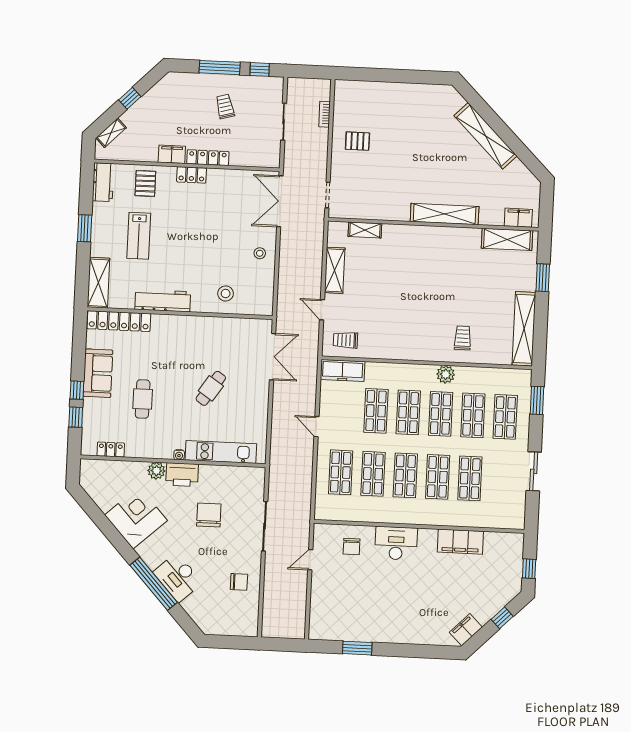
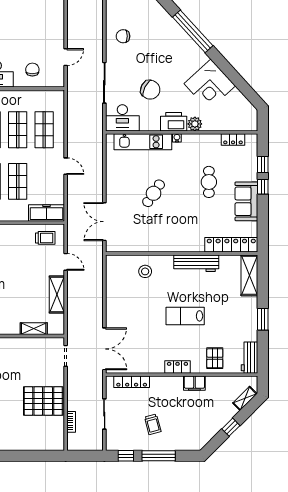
pallet: (357, 141) -> (43, 401), width x2.05, depth x2.00
locker: (208, 158) -> (132, 382), moved
lab bench: (139, 236) -> (185, 316), moved, turned -90
stool: (260, 253) -> (119, 306), removed
chair: (209, 515) -> (150, 90), turned -63
desk: (178, 577) -> (122, 118), moved, turned 132

